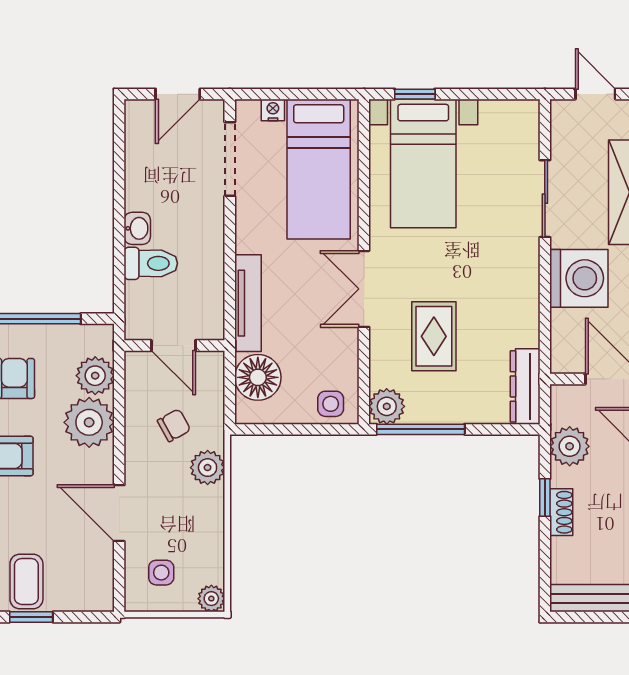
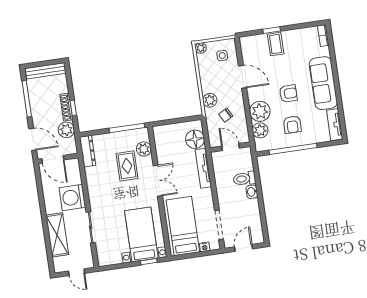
side table: (331, 404) -> (164, 133), removed
plant: (387, 406) -> (144, 149), moved
shoe rack: (561, 512) -> (66, 107), width x1.43

